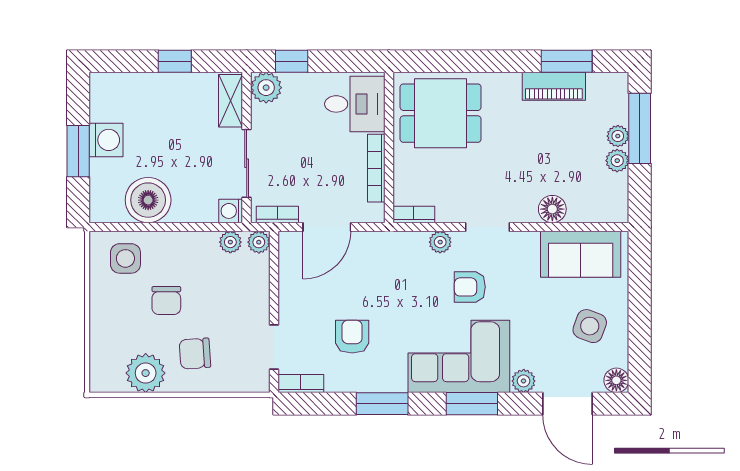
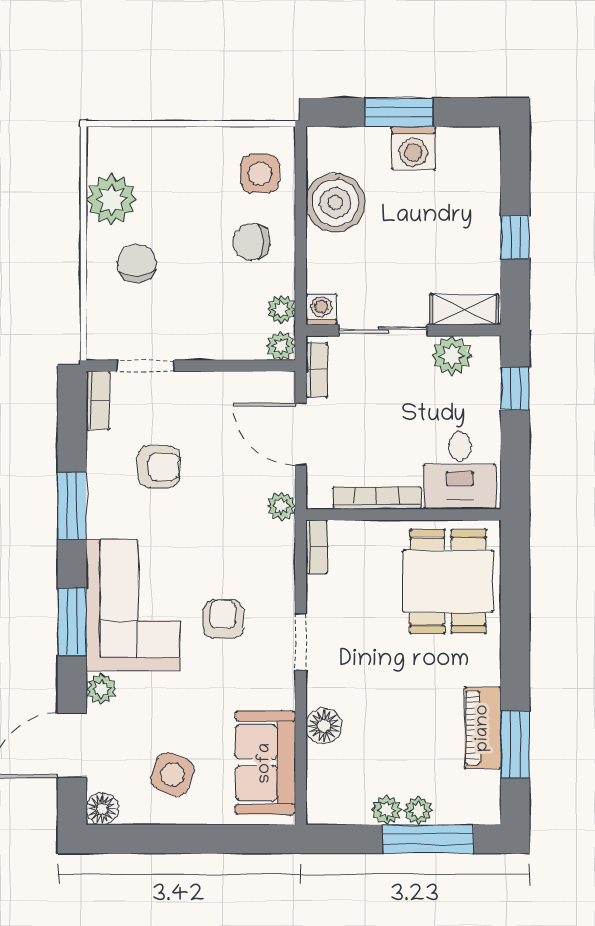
plant: (266, 88) -> (452, 356), moved
plant: (440, 242) -> (281, 506), moved
chair: (166, 300) -> (251, 242), moved

